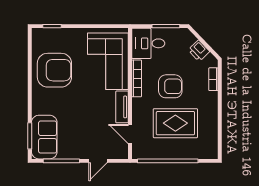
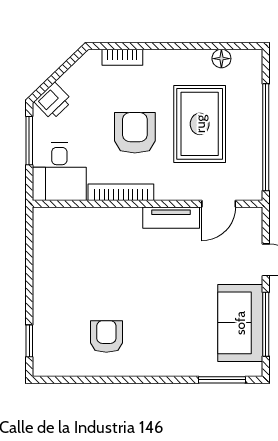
printer: (199, 51) -> (53, 101), moved
corner sofa: (108, 61) -> (91, 242), removed
armchair: (54, 70) -> (106, 337), width x0.53, depth x0.53
floor lamp: (213, 136) -> (221, 59), added
sofa: (44, 137) -> (240, 323), moved, turned -90

